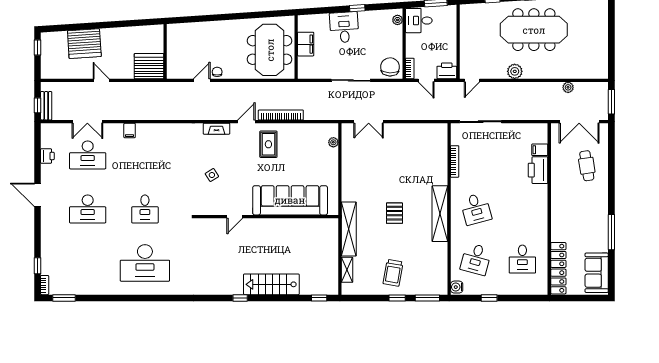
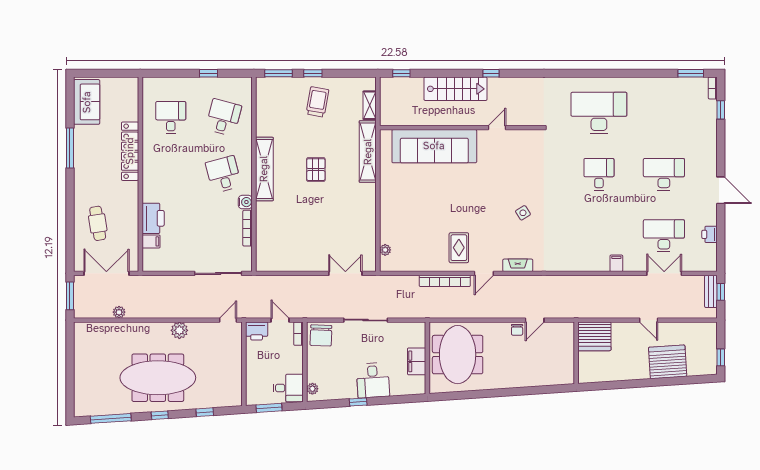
sofa: (290, 200) -> (434, 146), moved
door: (235, 217) -> (497, 128), moved
wall: (267, 217) -> (461, 128), moved
locker: (558, 268) -> (130, 151), moved
water cooler: (457, 287) -> (245, 202), moved

